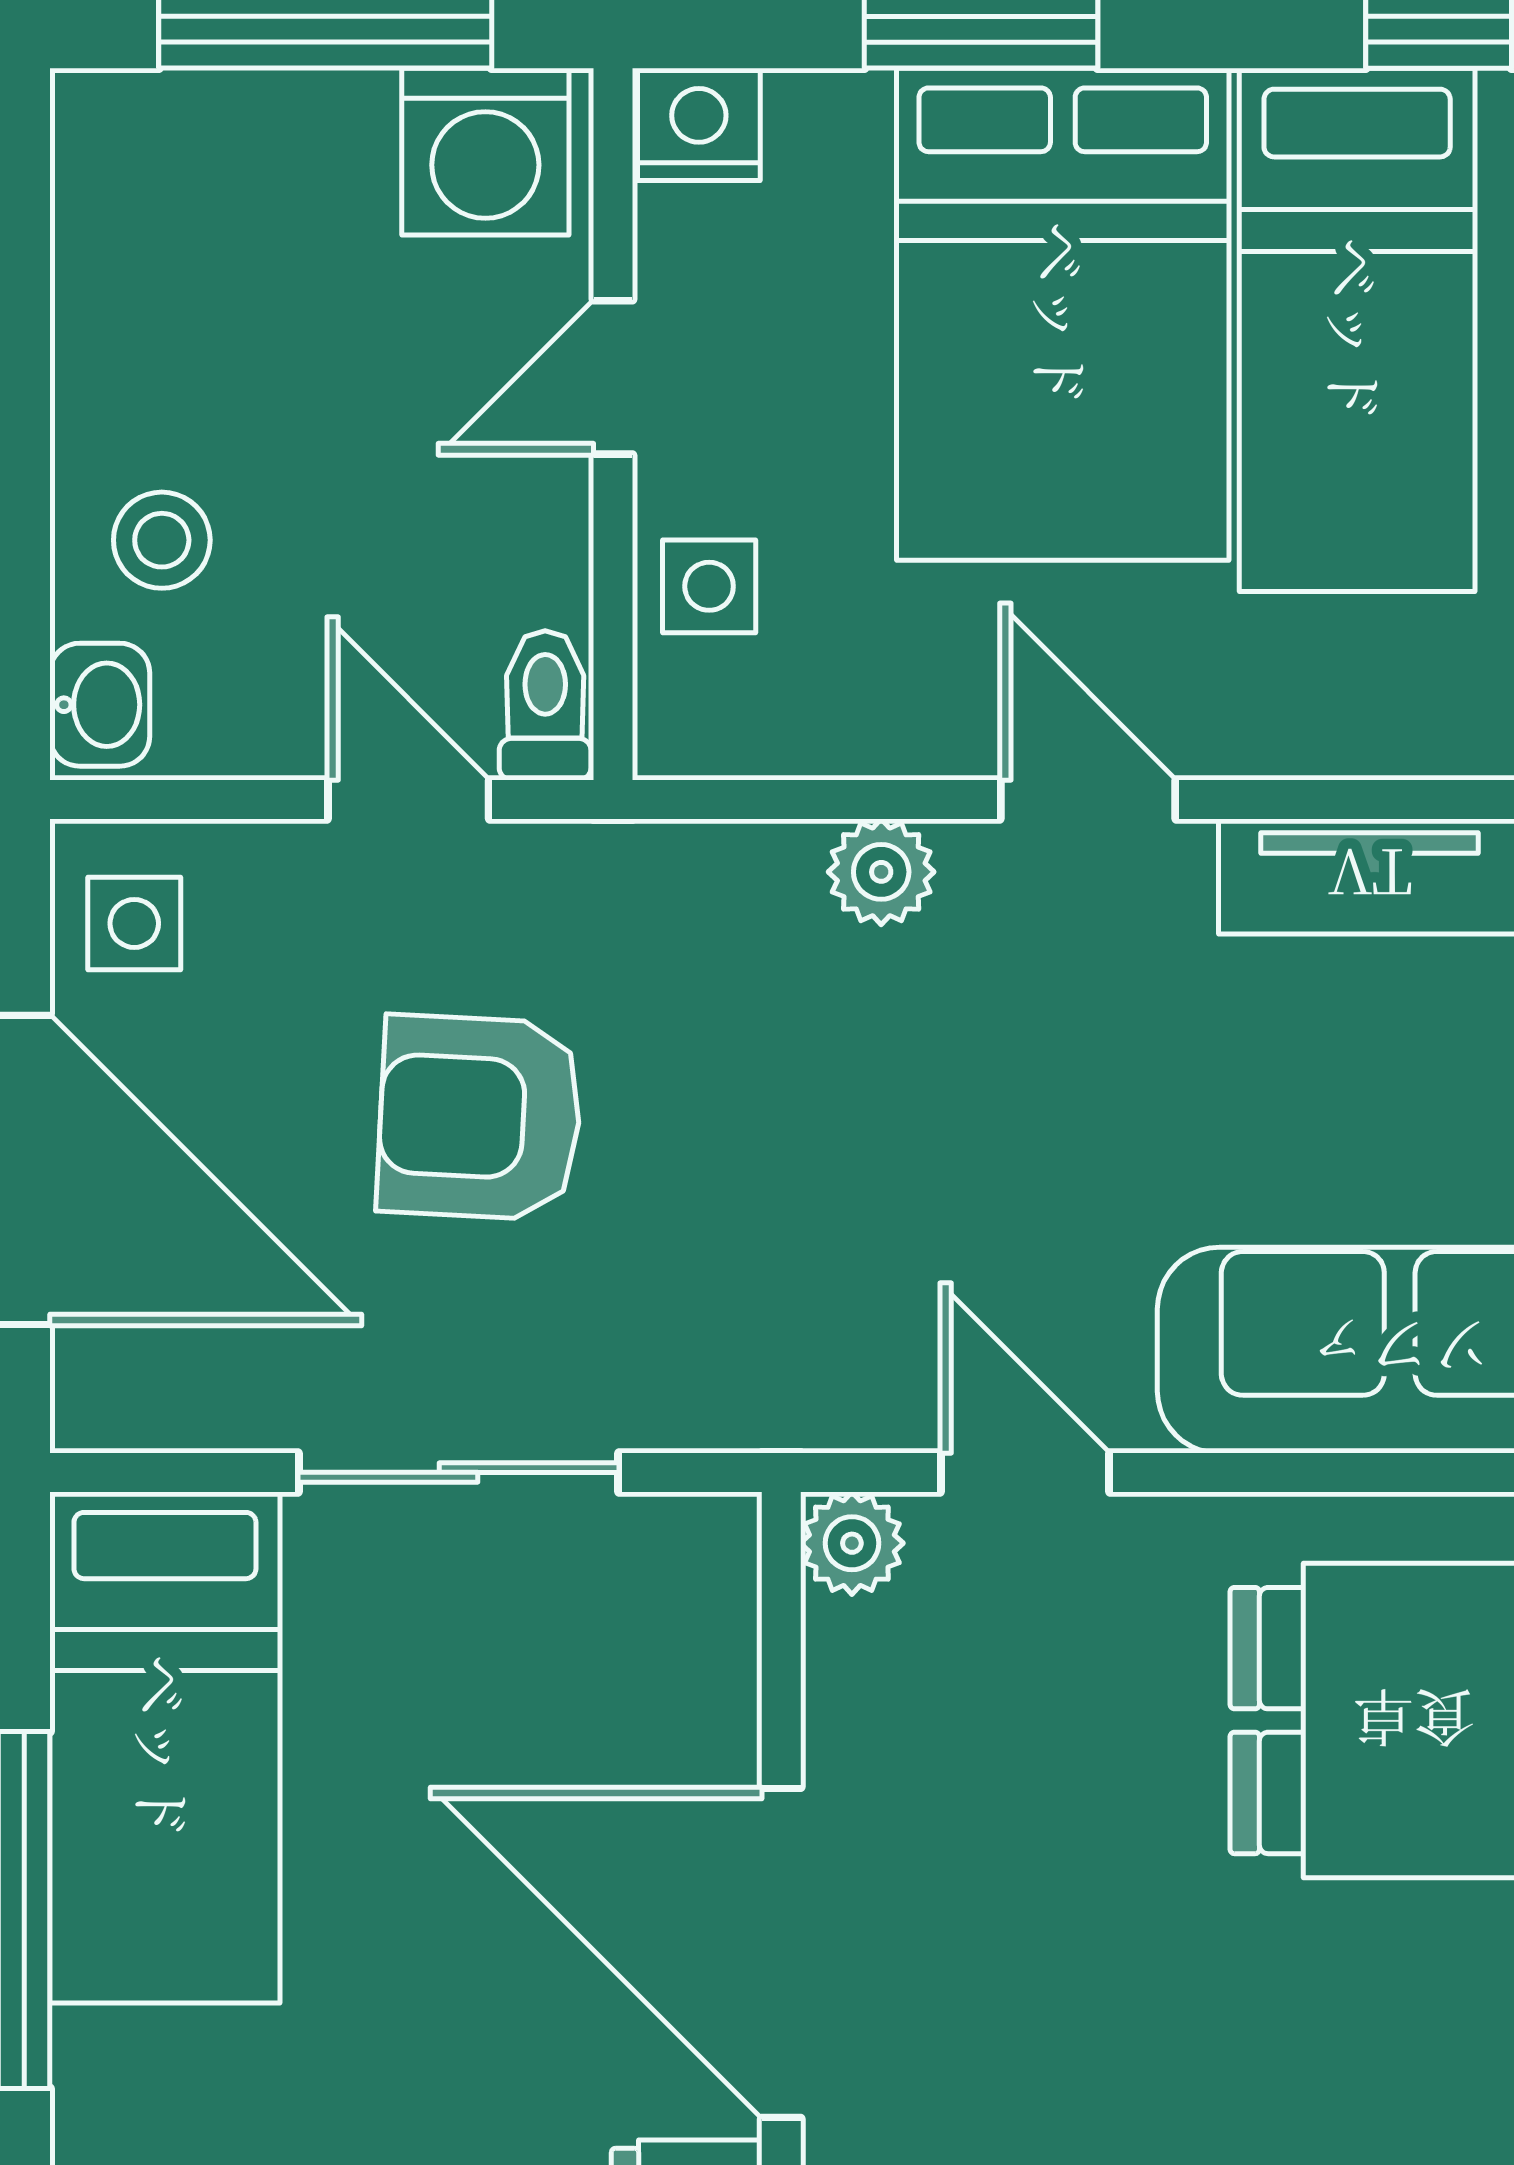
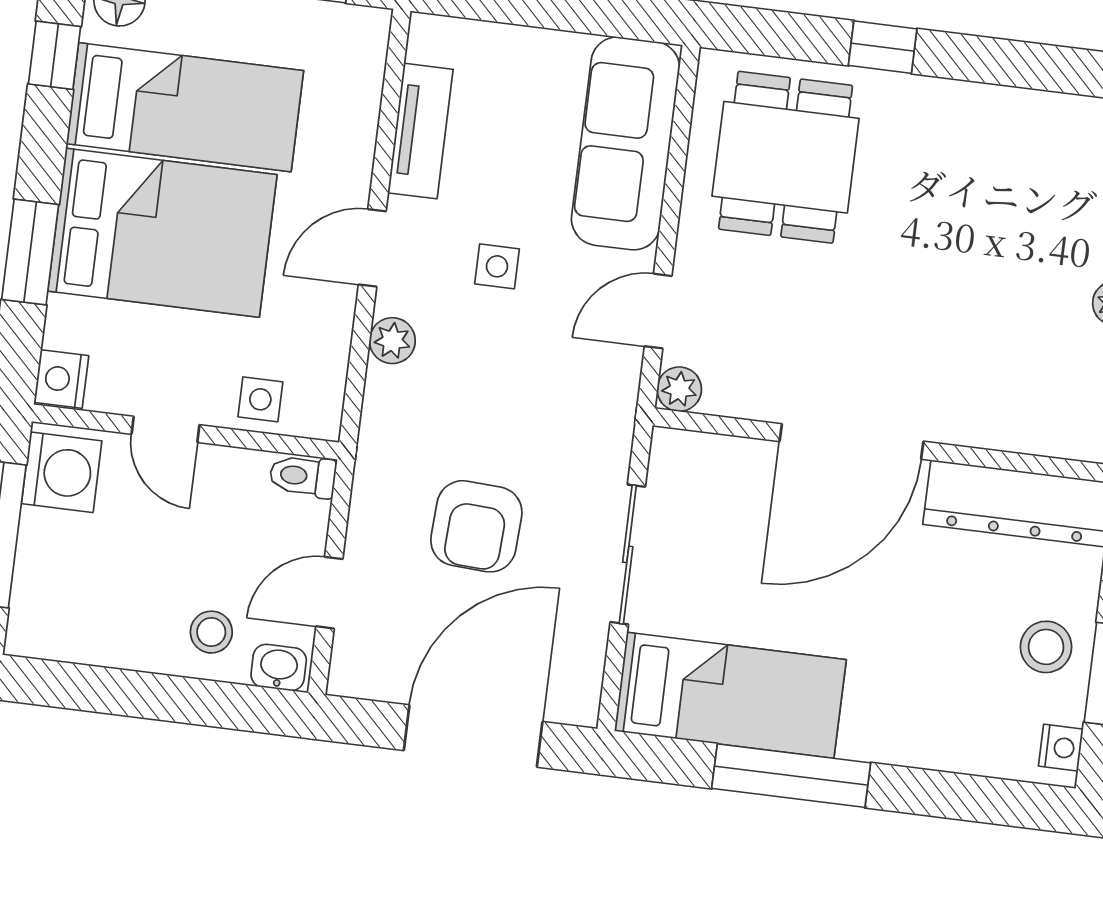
door: (408, 799) -> (329, 593), moved
side table: (134, 923) -> (497, 266), moved

